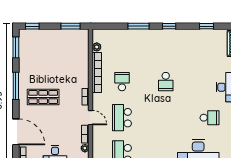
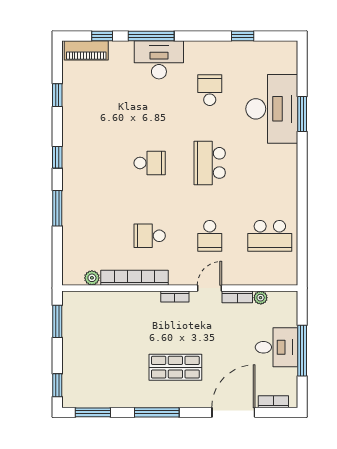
shop shelf: (43, 97) -> (175, 367), turned 90
school desk: (122, 118) -> (210, 236), width x0.54
school desk: (166, 118) -> (210, 163), added

